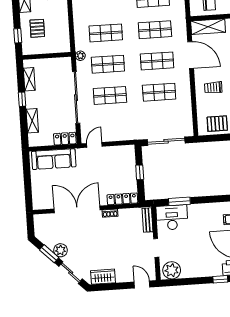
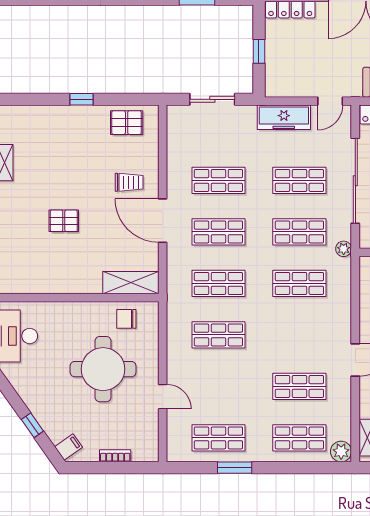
door: (191, 55) -> (163, 221), moved
freezer: (122, 133) -> (284, 117), added
sliding door: (166, 141) -> (212, 99), width x0.73

